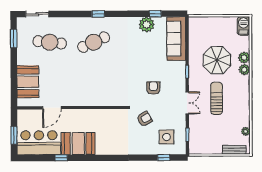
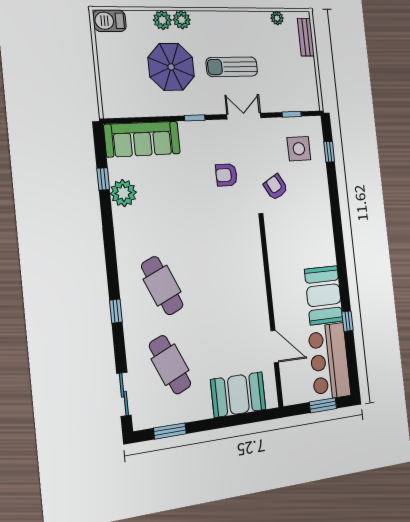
window: (98, 14) -> (116, 311), moved
cafe table: (50, 42) -> (170, 365), turned -30

